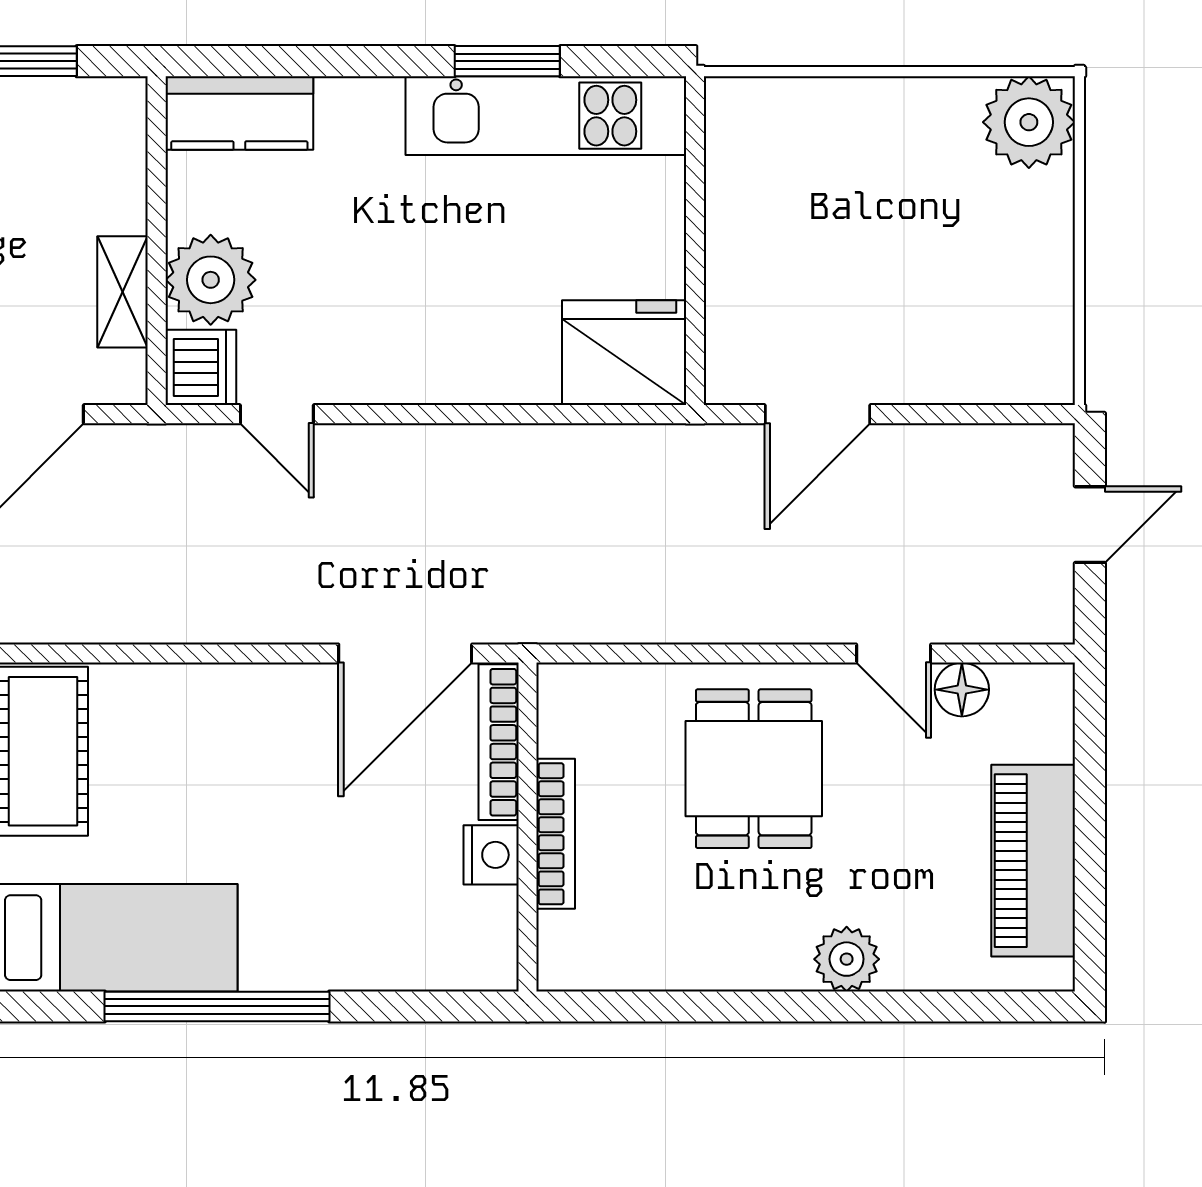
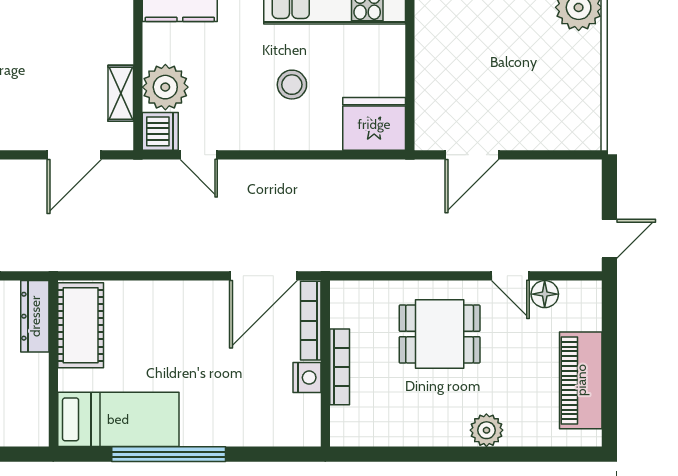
stool: (461, 275) -> (292, 85), added
door: (1090, 525) -> (609, 239), moved
dining table: (754, 769) -> (440, 334), turned 90

